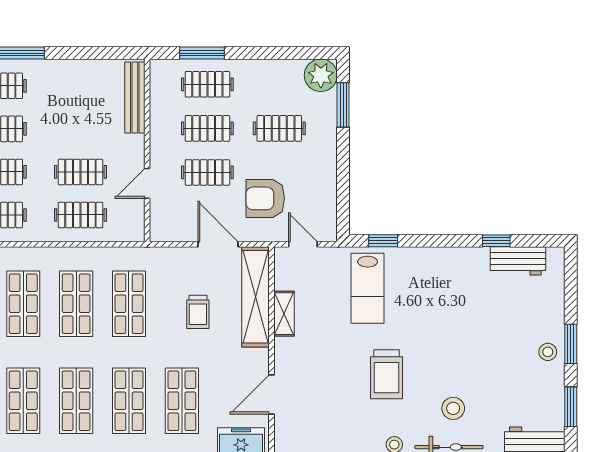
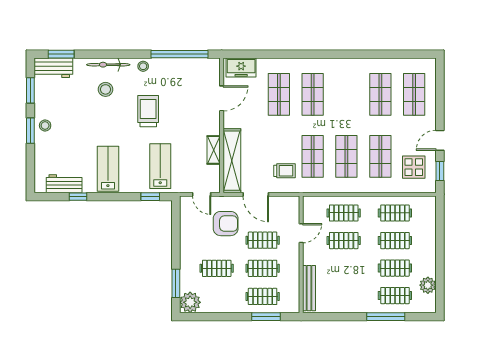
lab bench: (449, 284) -> (108, 169), added
trolley: (198, 312) -> (285, 171), moved, turned 90
shop shelf: (76, 401) -> (346, 94), removed

